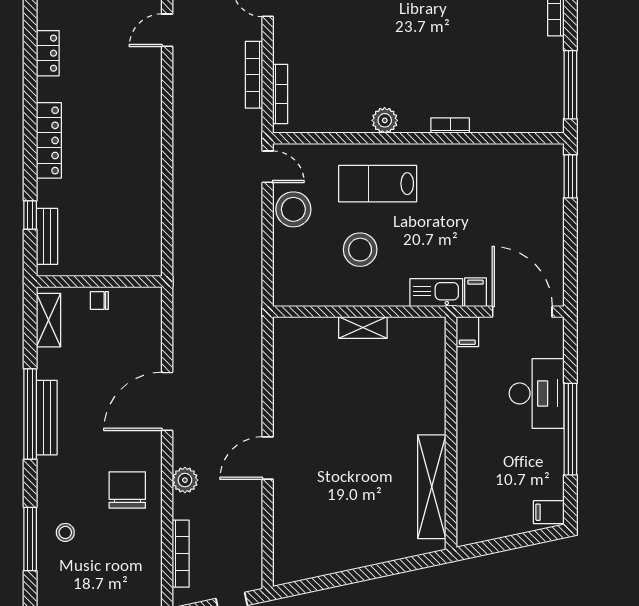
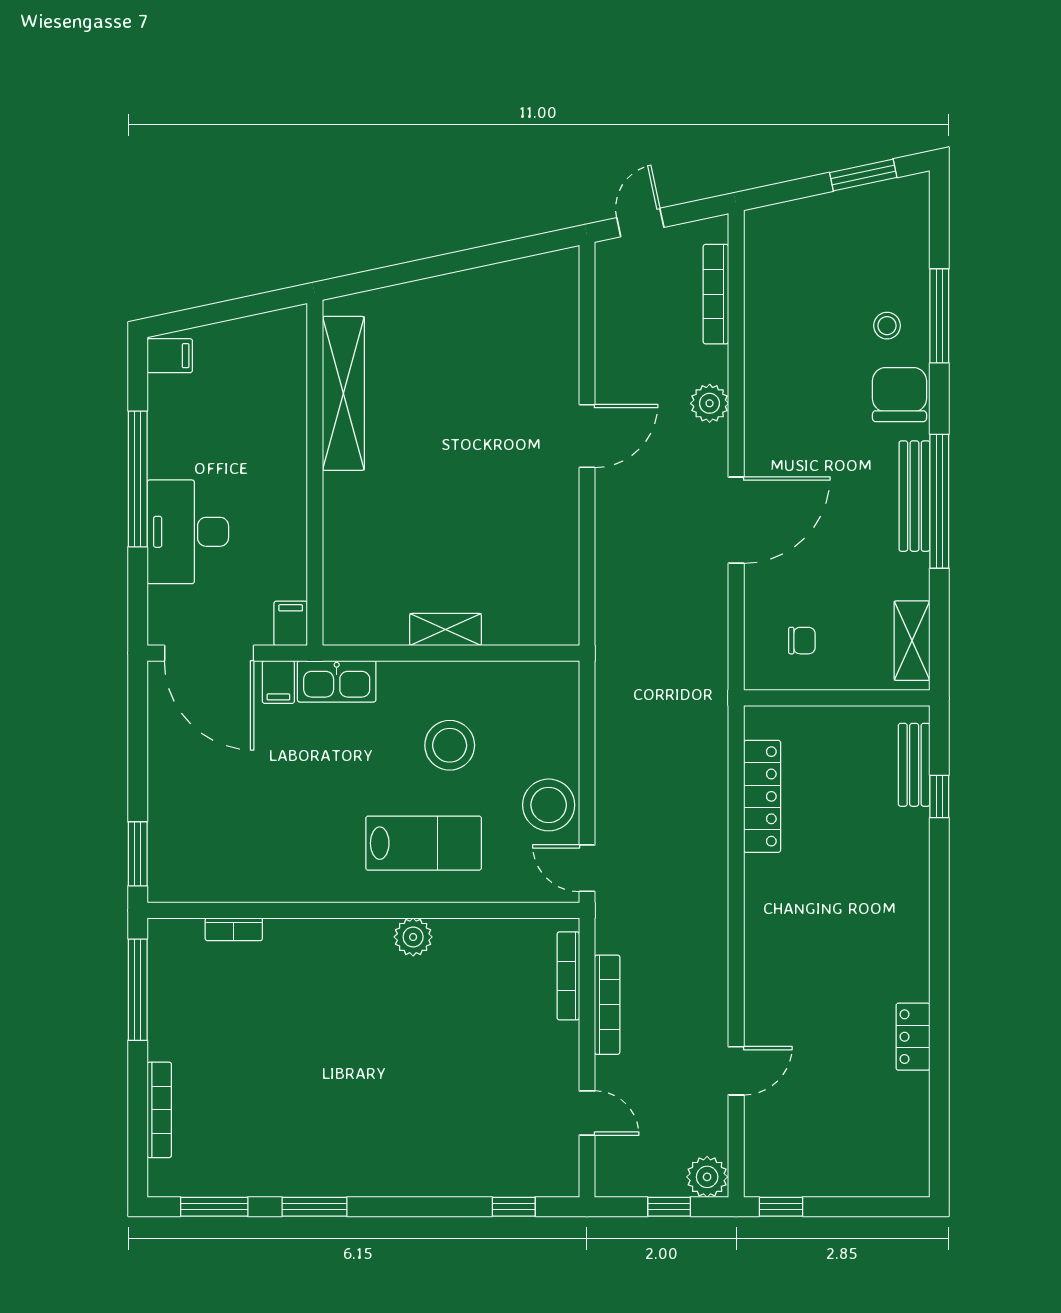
bookcase: (450, 126) -> (234, 929), moved
locker: (49, 140) -> (762, 796), moved, turned 180
chair: (99, 300) -> (802, 641), moved
chair: (127, 490) -> (899, 395), moved, turned 180

